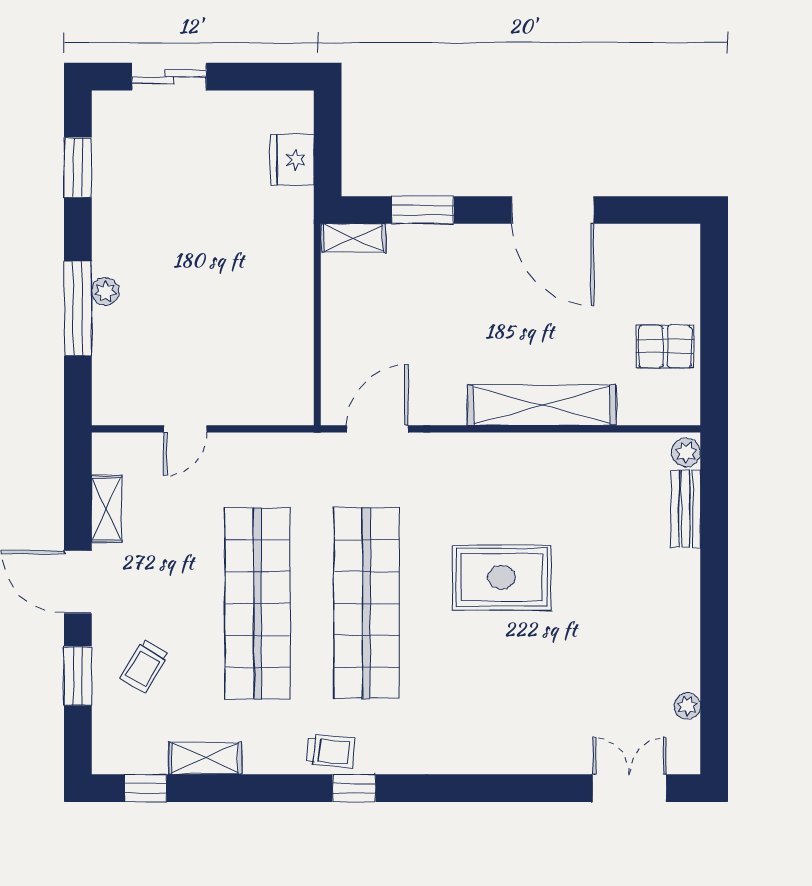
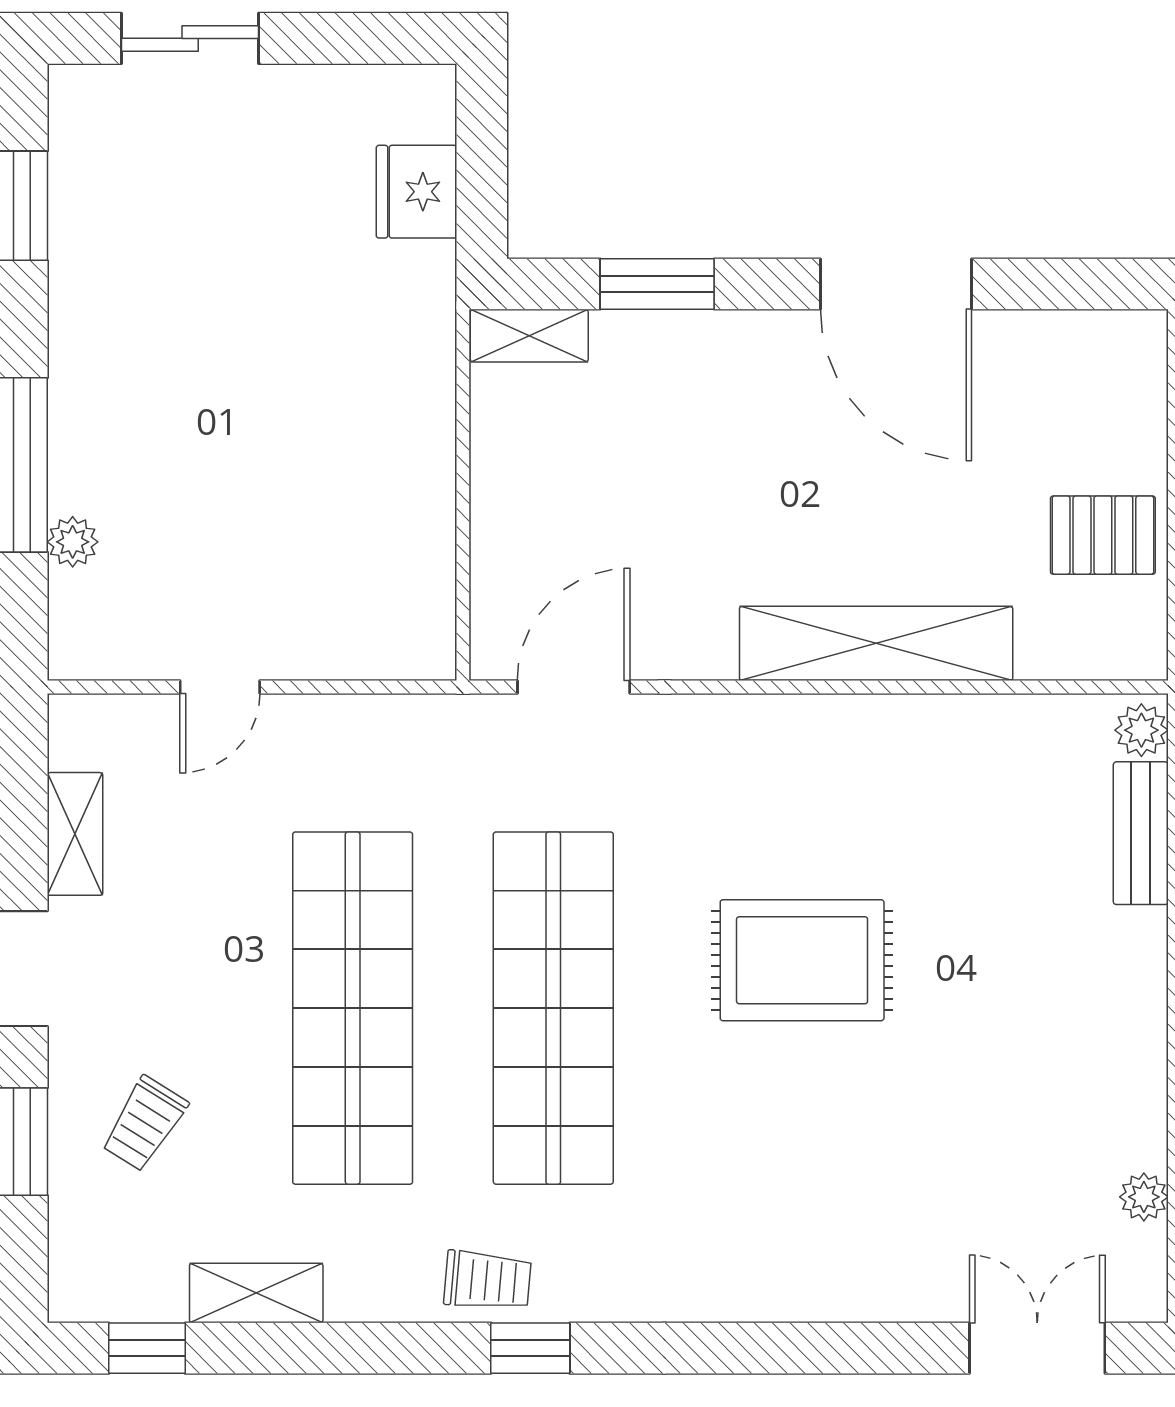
plant: (105, 292) -> (73, 542), moved

